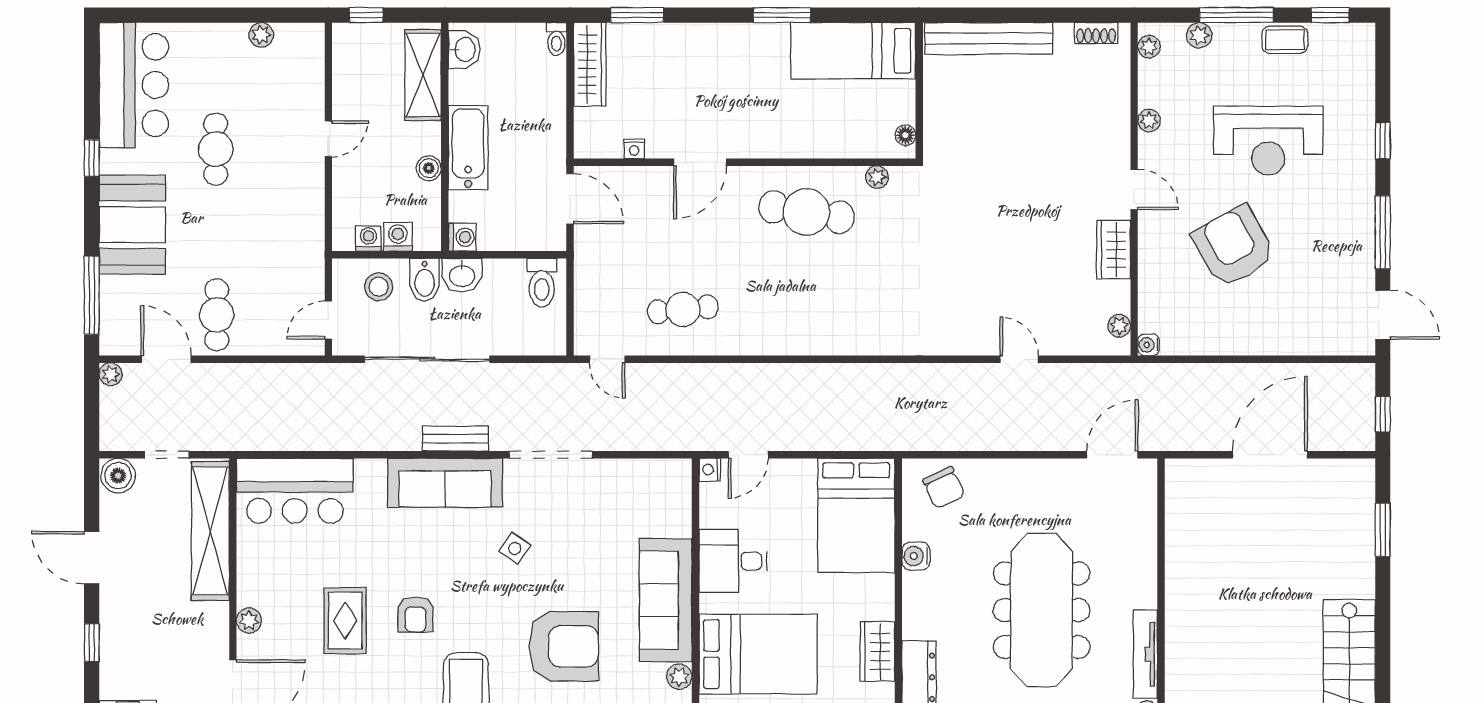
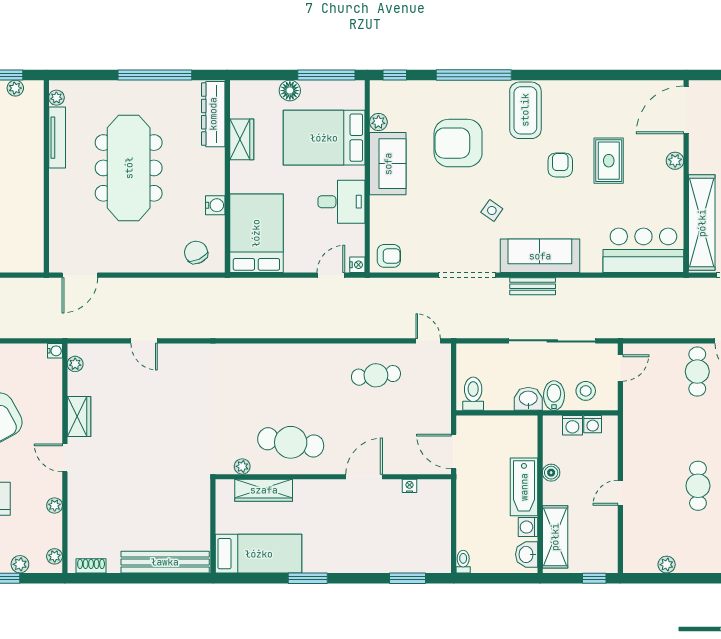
wardrobe: (590, 64) -> (264, 490), moved, turned -90
floor lamp: (905, 135) -> (223, 495), removed
washing machine: (462, 237) -> (528, 527), moved
armchair: (664, 482) -> (389, 256), added
sofa: (666, 600) -> (388, 164), width x0.73

